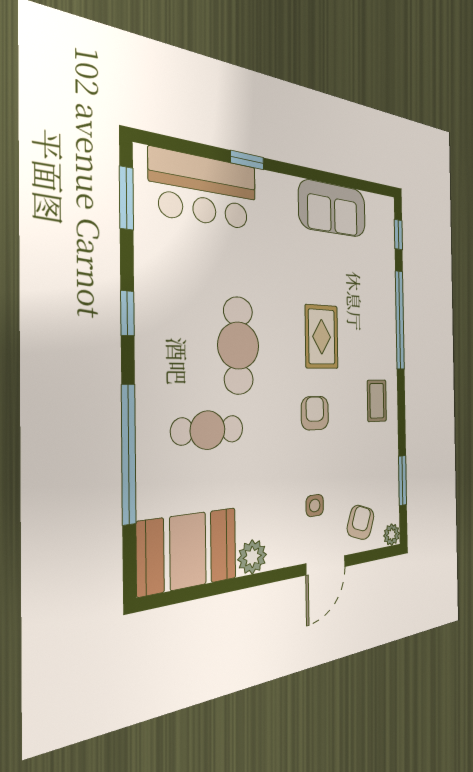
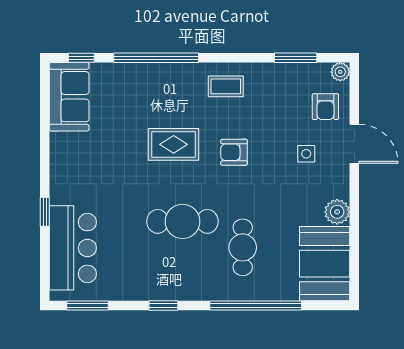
sofa: (333, 209) -> (69, 97), moved
armchair: (361, 522) -> (325, 107), turned -109

